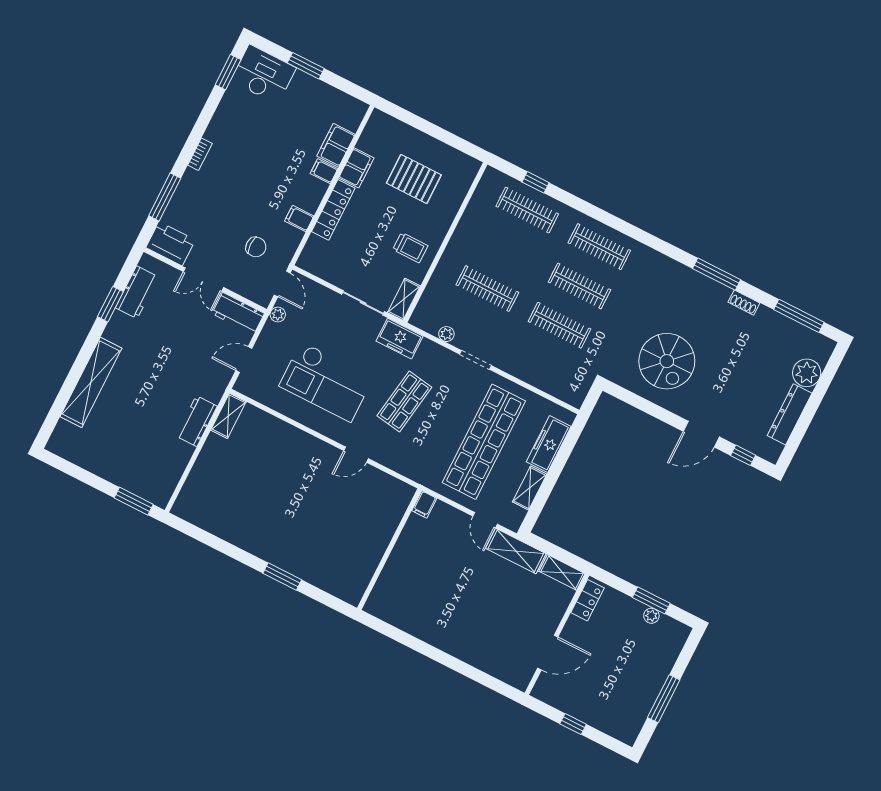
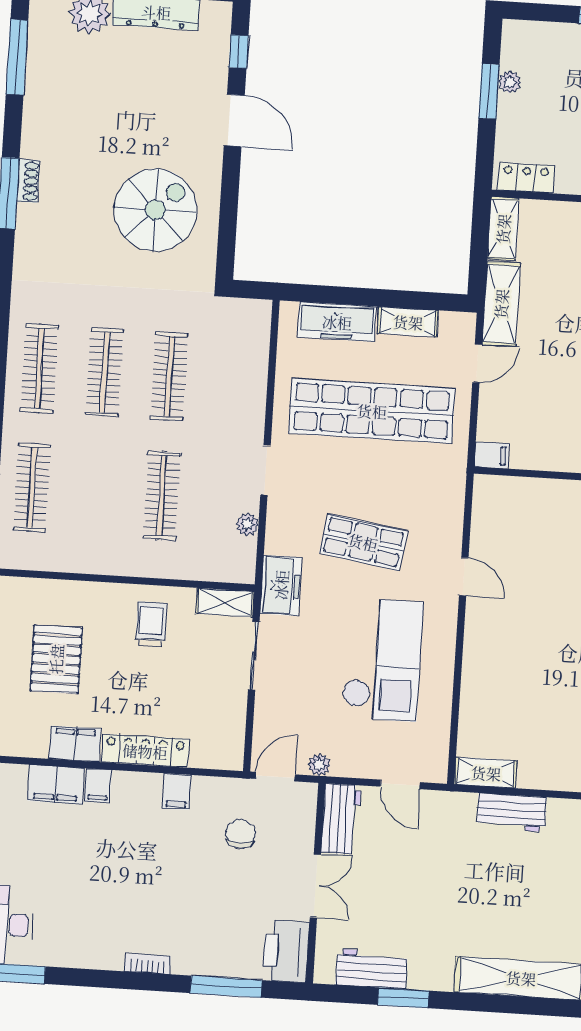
shoe rack: (744, 303) -> (28, 181), moved

